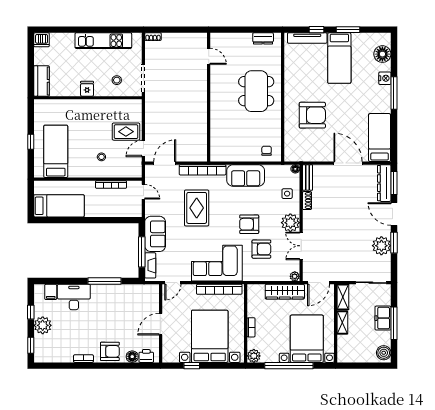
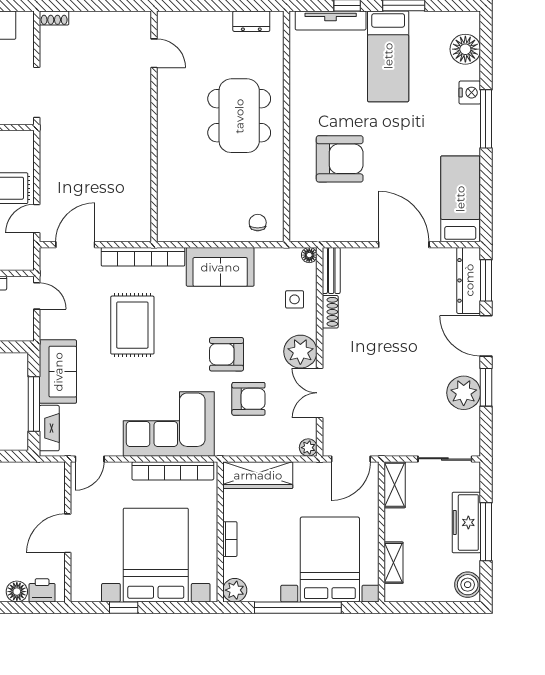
wardrobe: (285, 292) -> (258, 475), moved
freezer: (383, 318) -> (466, 522), width x1.40
shelving: (342, 323) -> (394, 563), moved

